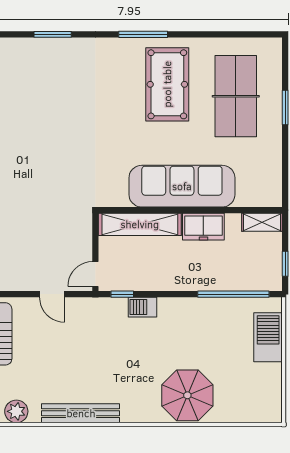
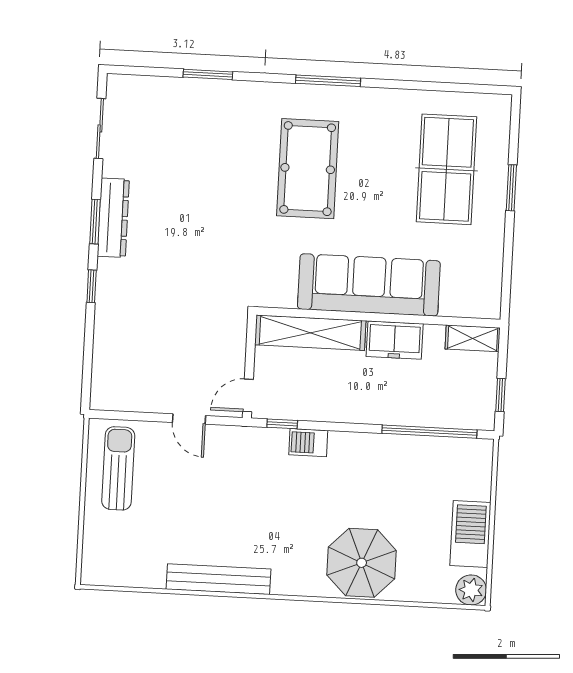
pool table: (167, 84) -> (308, 169), moved
barbecue: (268, 337) -> (470, 534), moved
plant: (16, 411) -> (471, 590), moved

